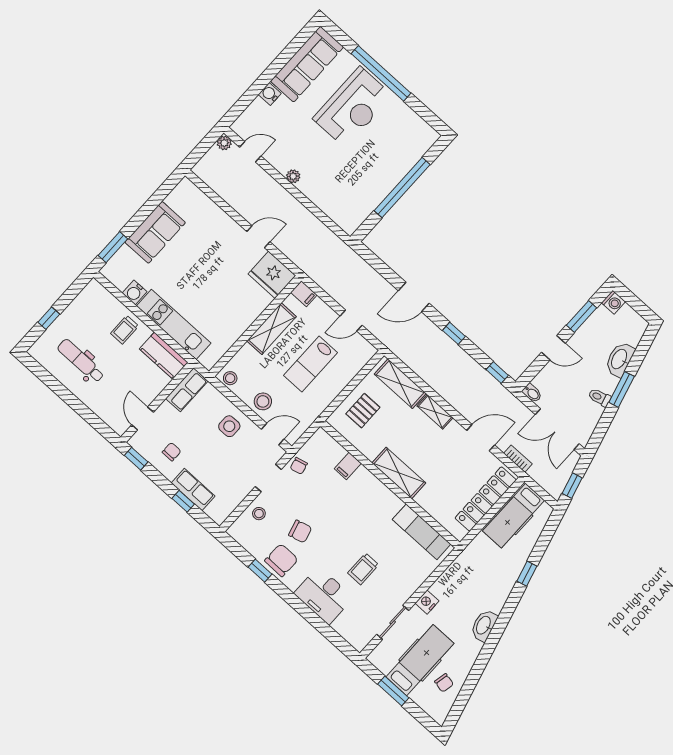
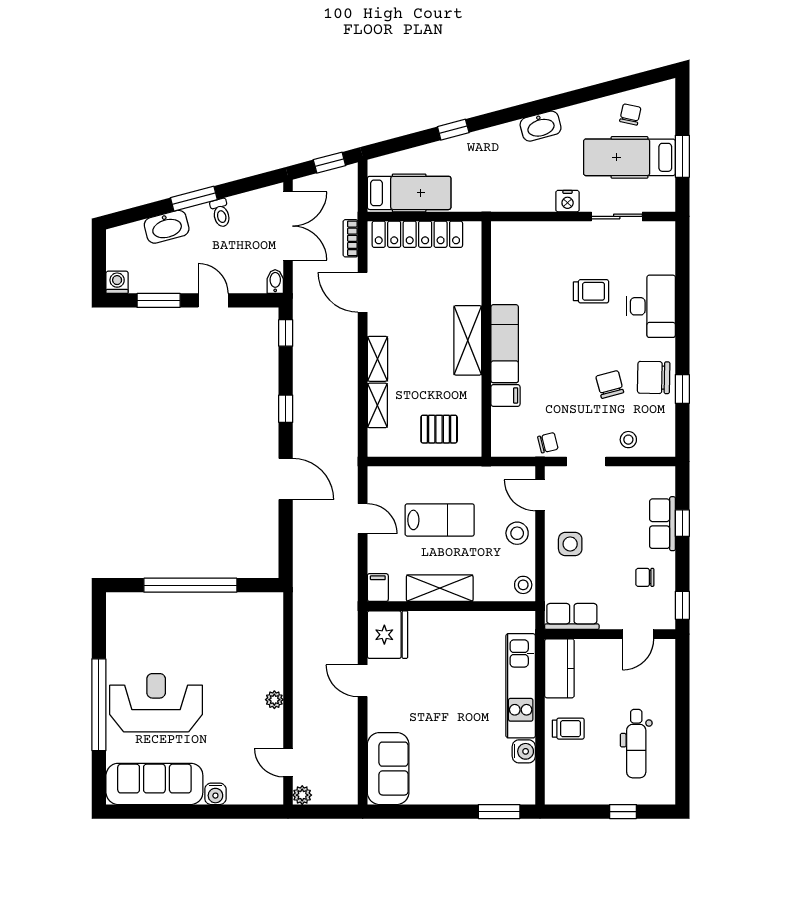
sofa: (155, 232) -> (388, 769), moved, turned 90
shelving: (400, 384) -> (377, 405), width x0.67, depth x0.75
exam couch: (422, 532) -> (505, 344), moved

